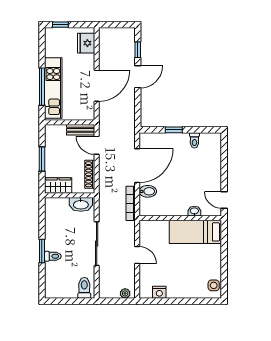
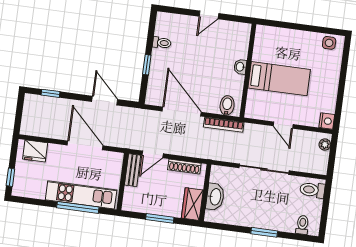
door: (138, 77) -> (105, 101), moved
bidet: (148, 191) -> (227, 105), moved
door: (224, 200) -> (209, 15), moved
washbasin: (81, 204) -> (215, 197), moved
washbasin: (194, 211) -> (240, 67), moved
bed: (195, 232) -> (279, 79), moved, turned -90
door: (137, 255) -> (283, 125), swing flipped
toilet: (53, 256) -> (302, 225), moved
nightstand: (159, 292) -> (327, 121), moved

